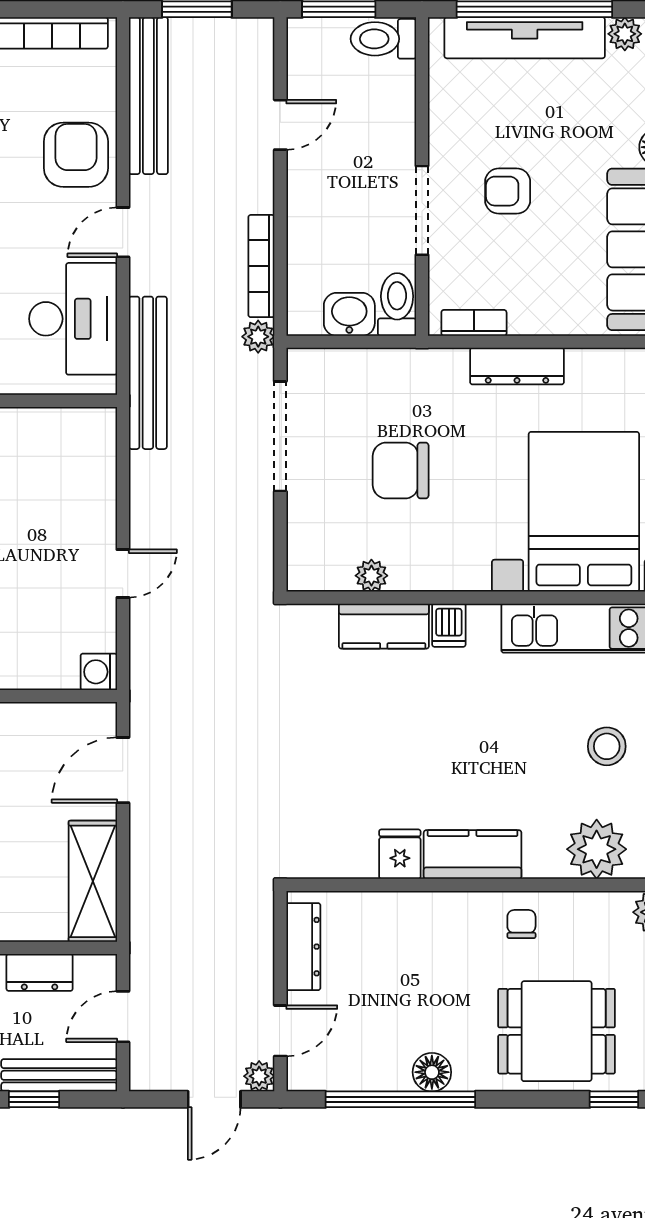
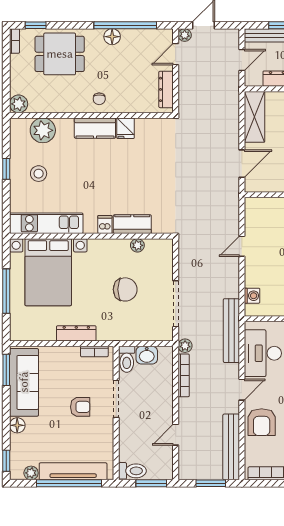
washing machine: (99, 672) -> (252, 296), moved
chair: (521, 924) -> (99, 99), moved

